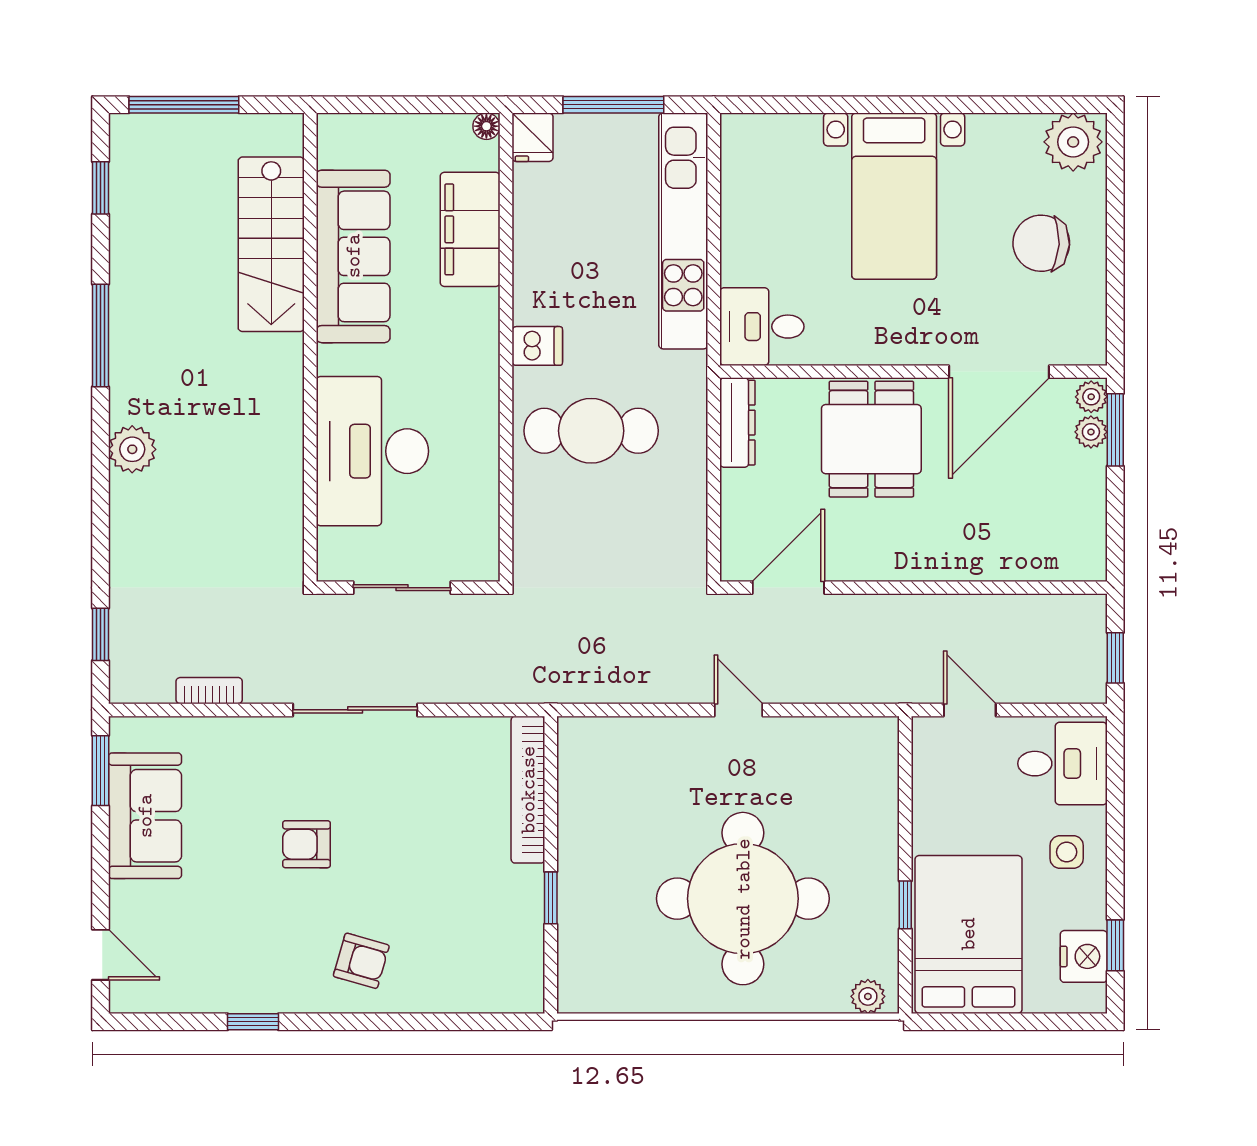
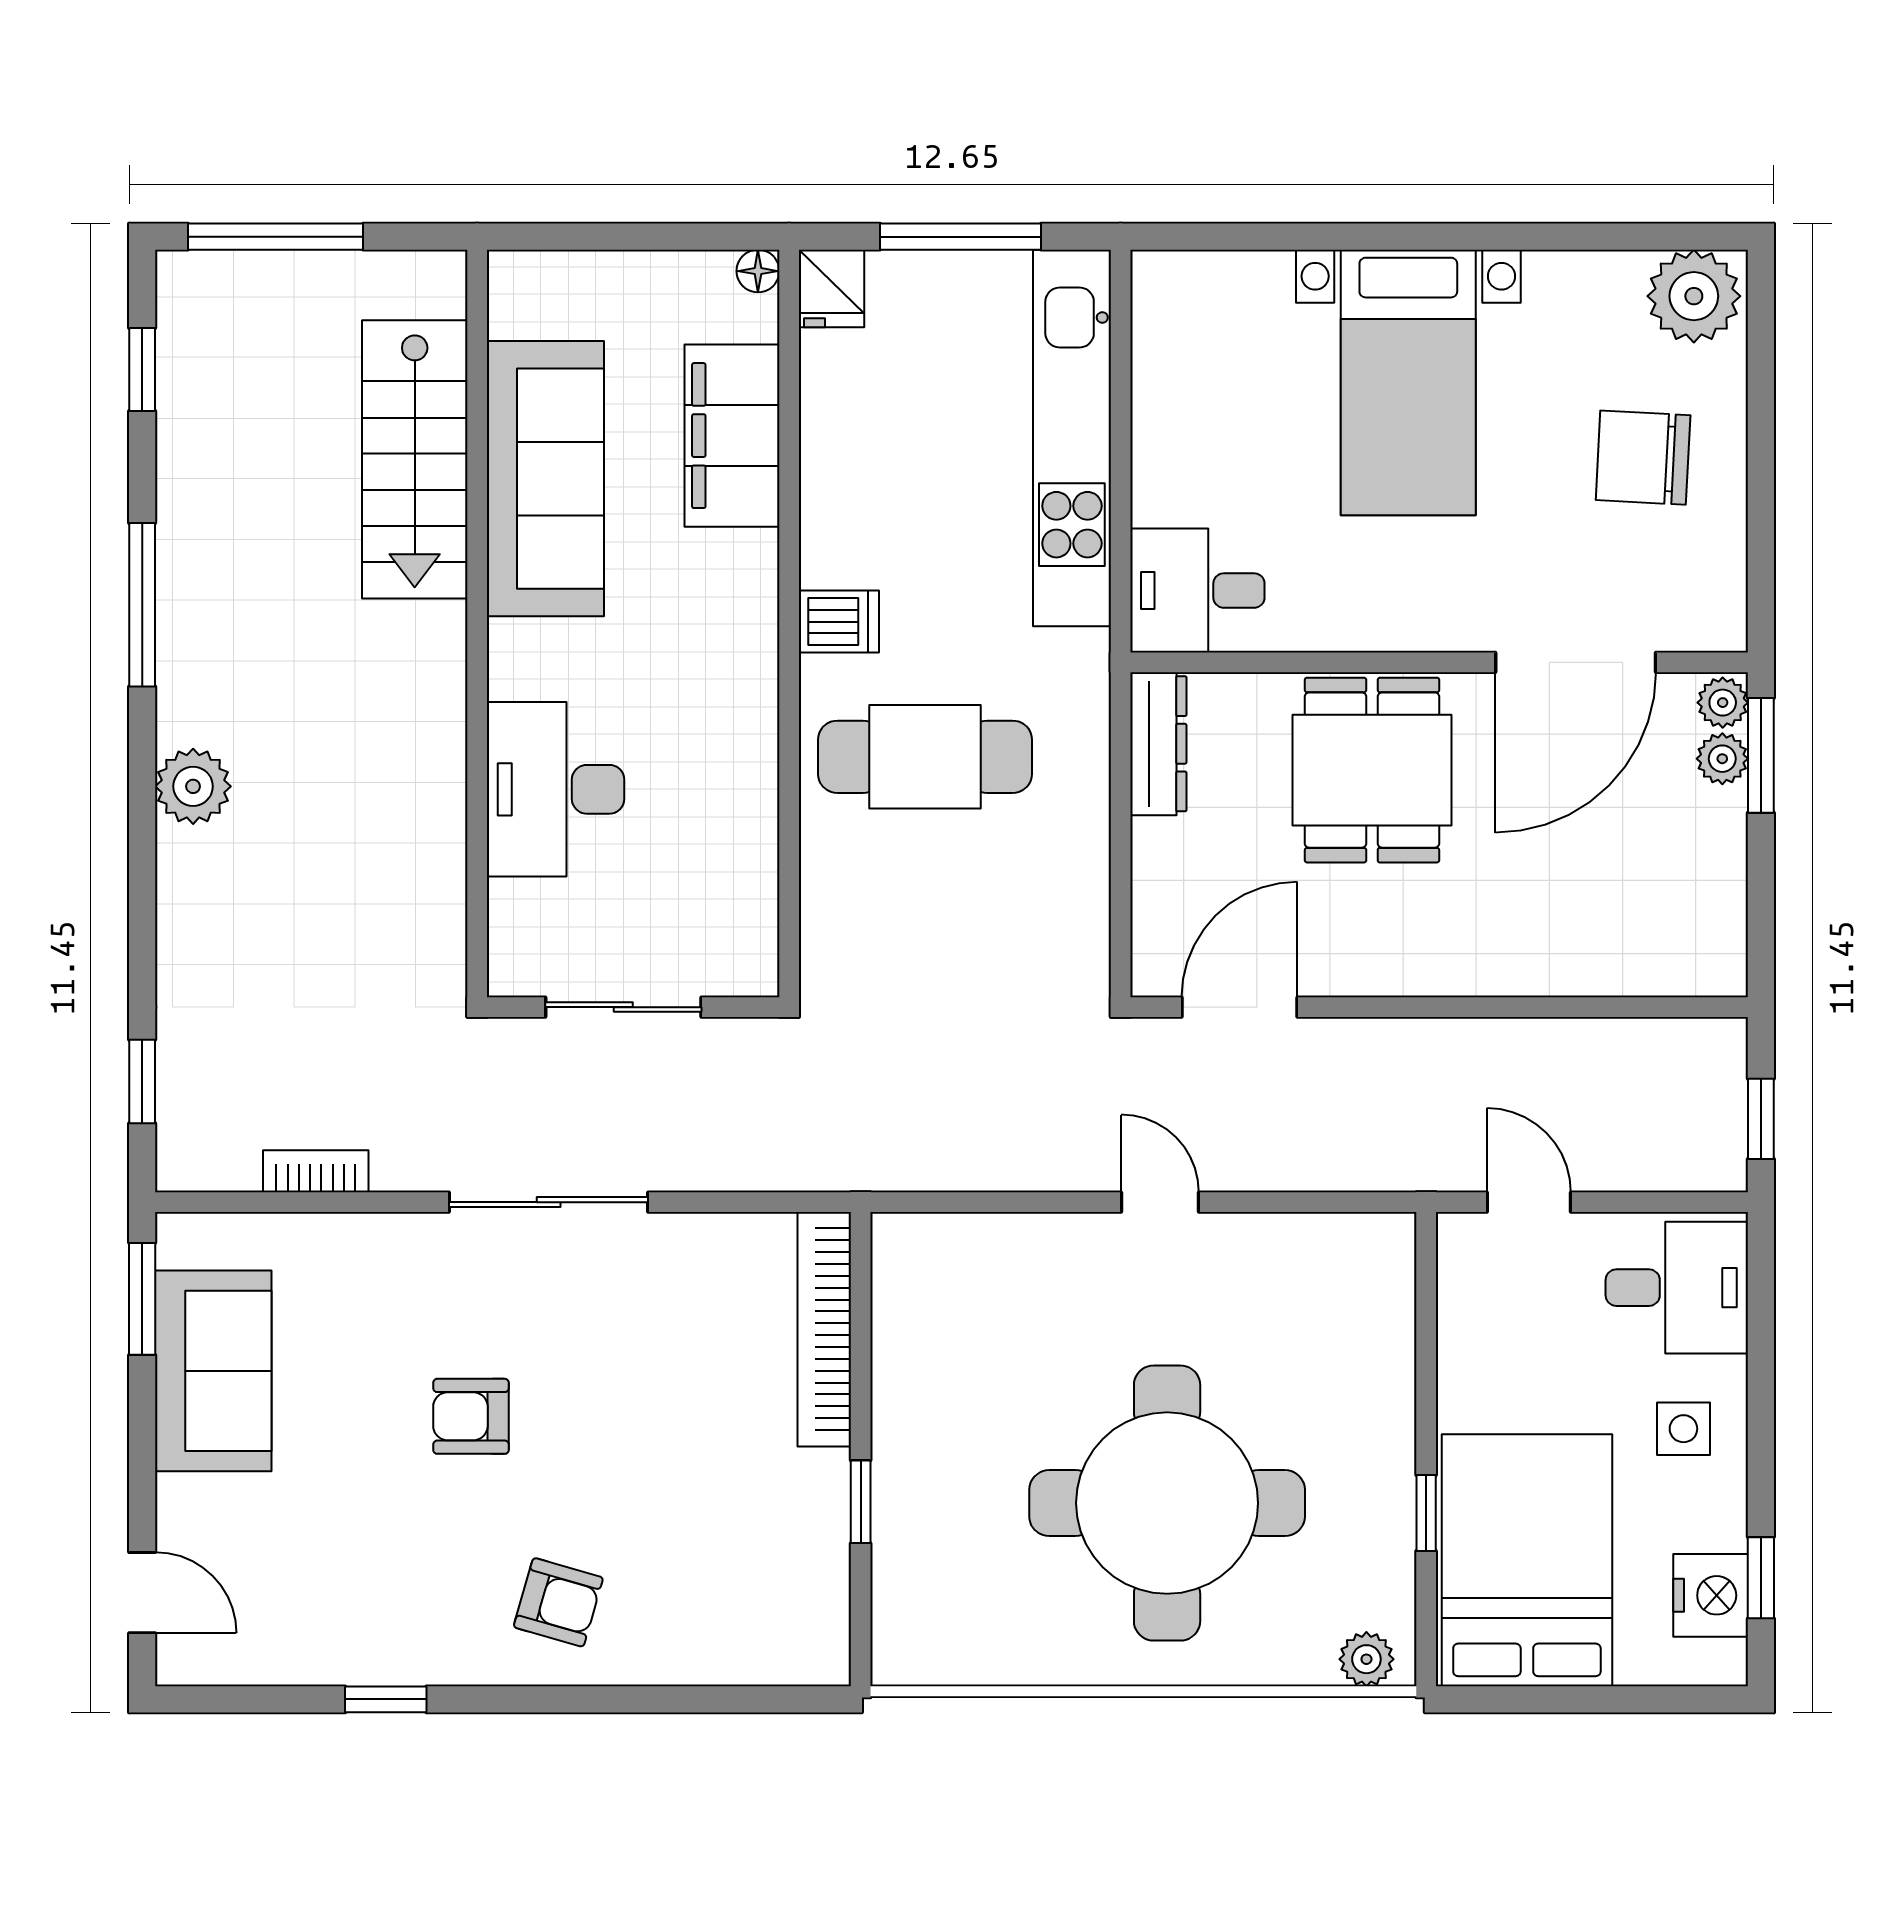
desk: (372, 451) -> (555, 789), width x0.73, depth x0.77

